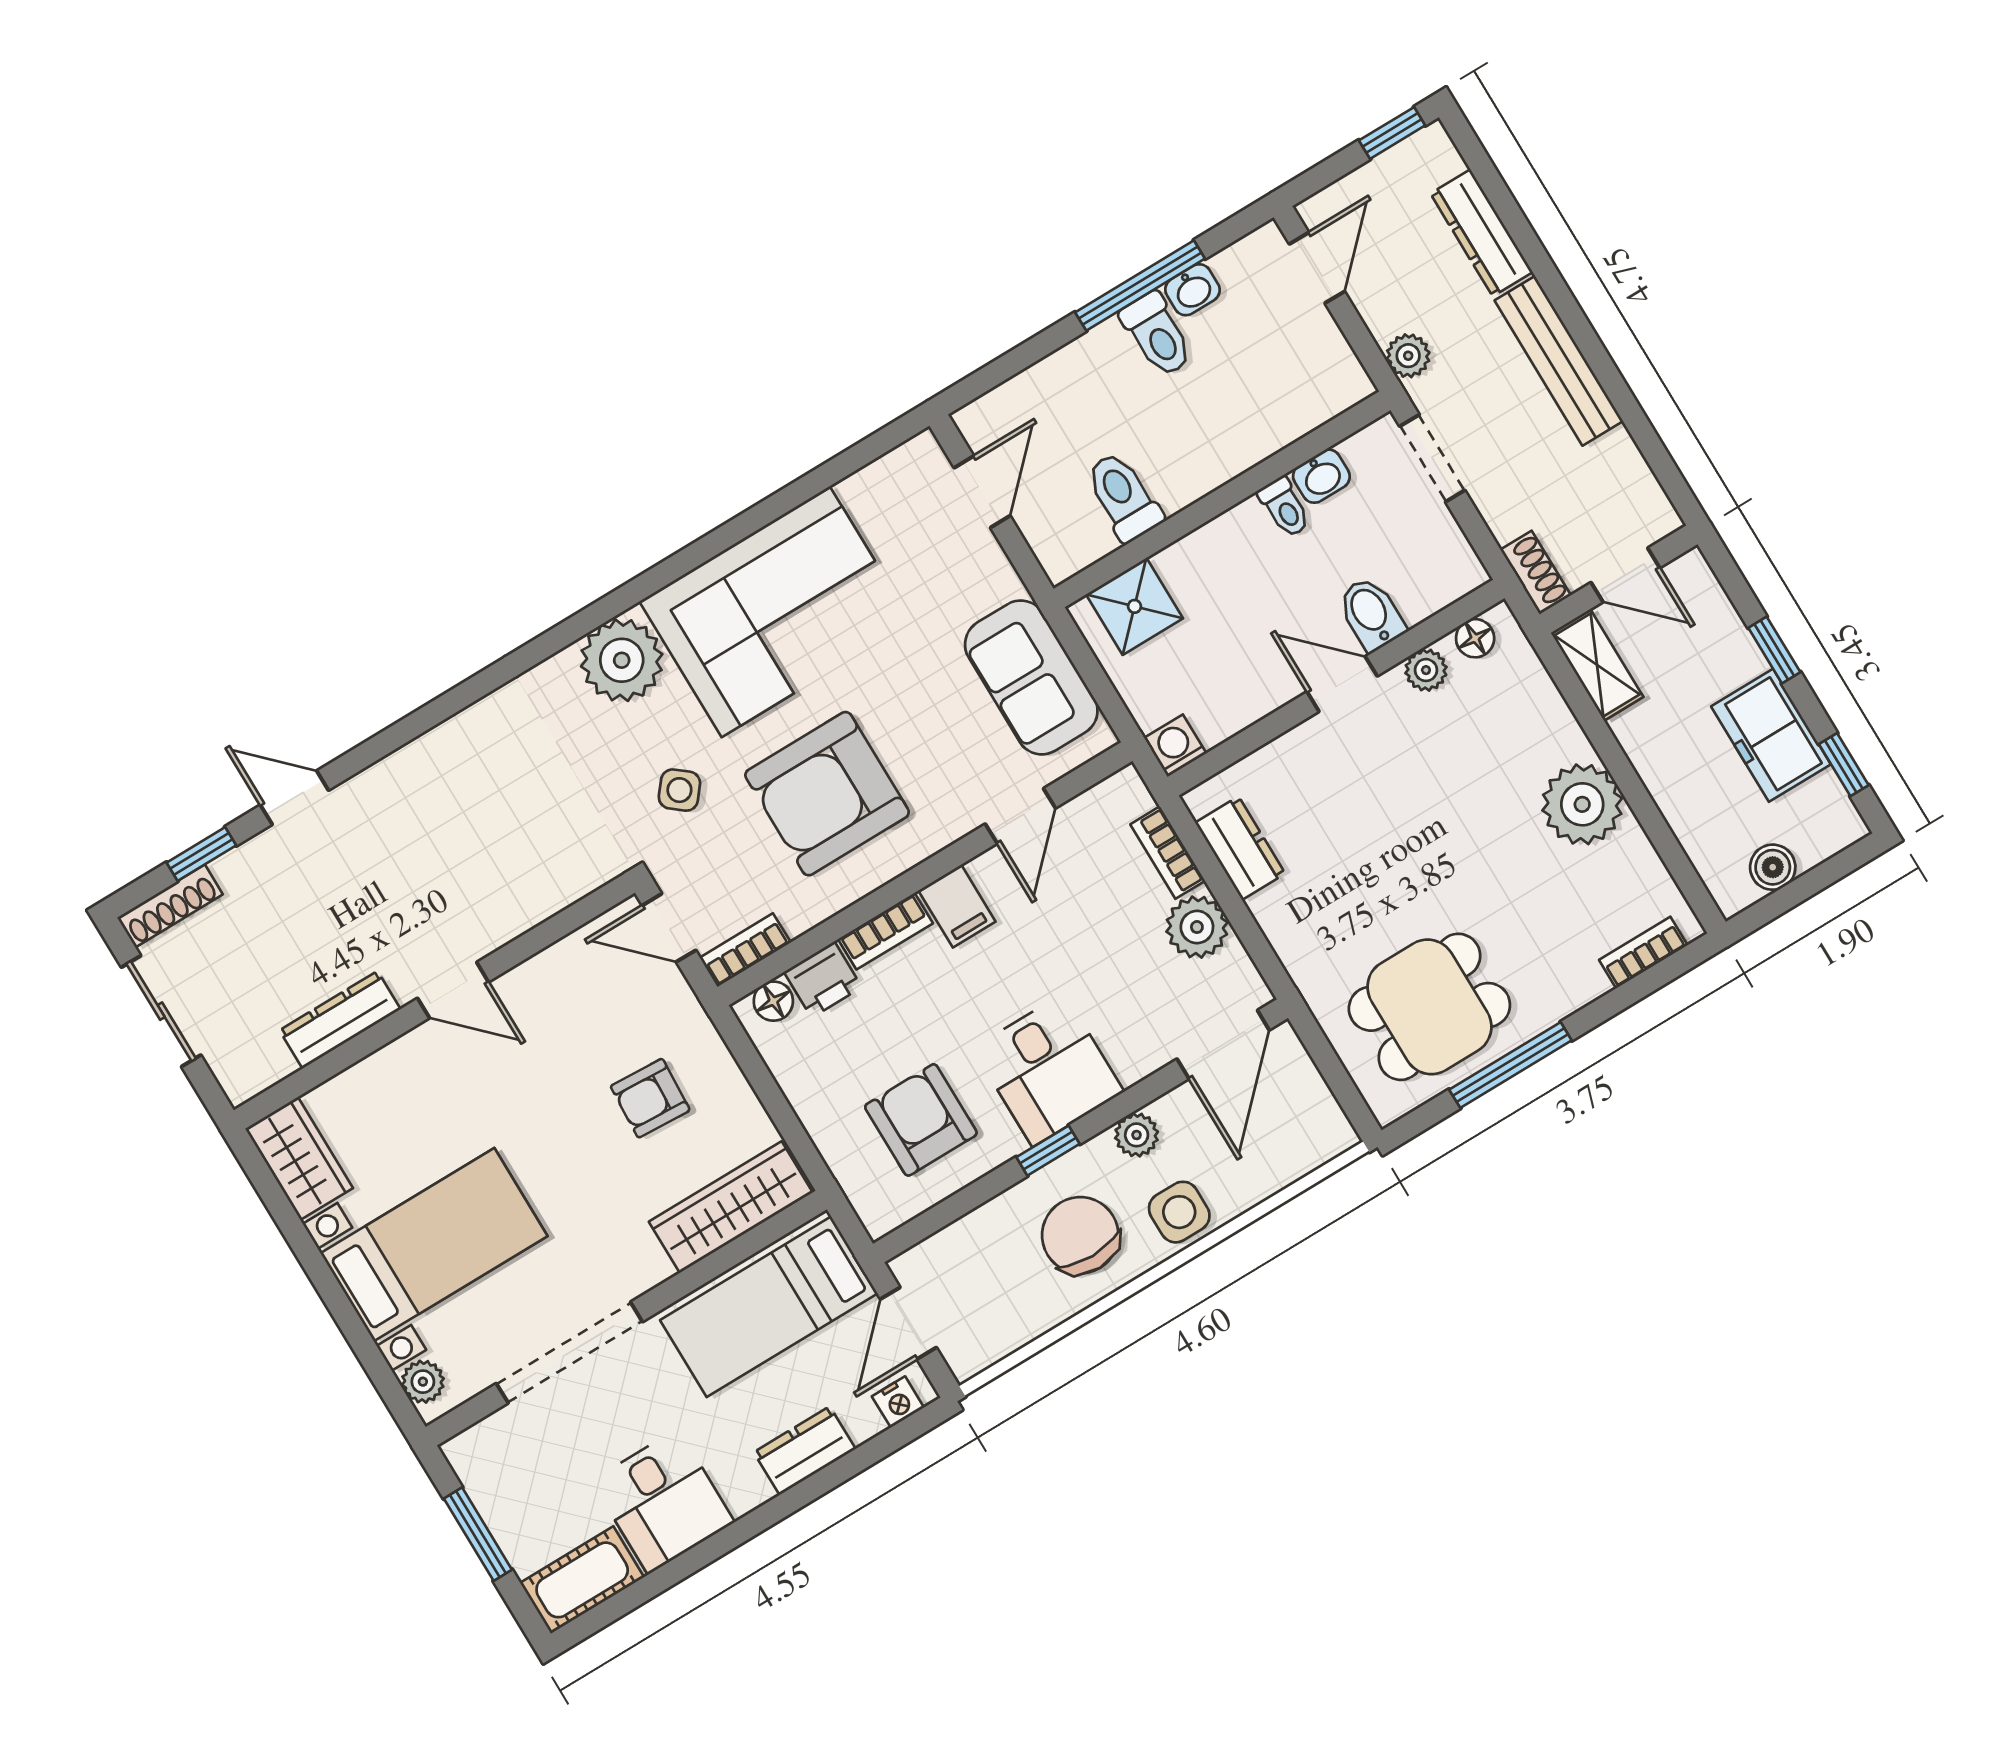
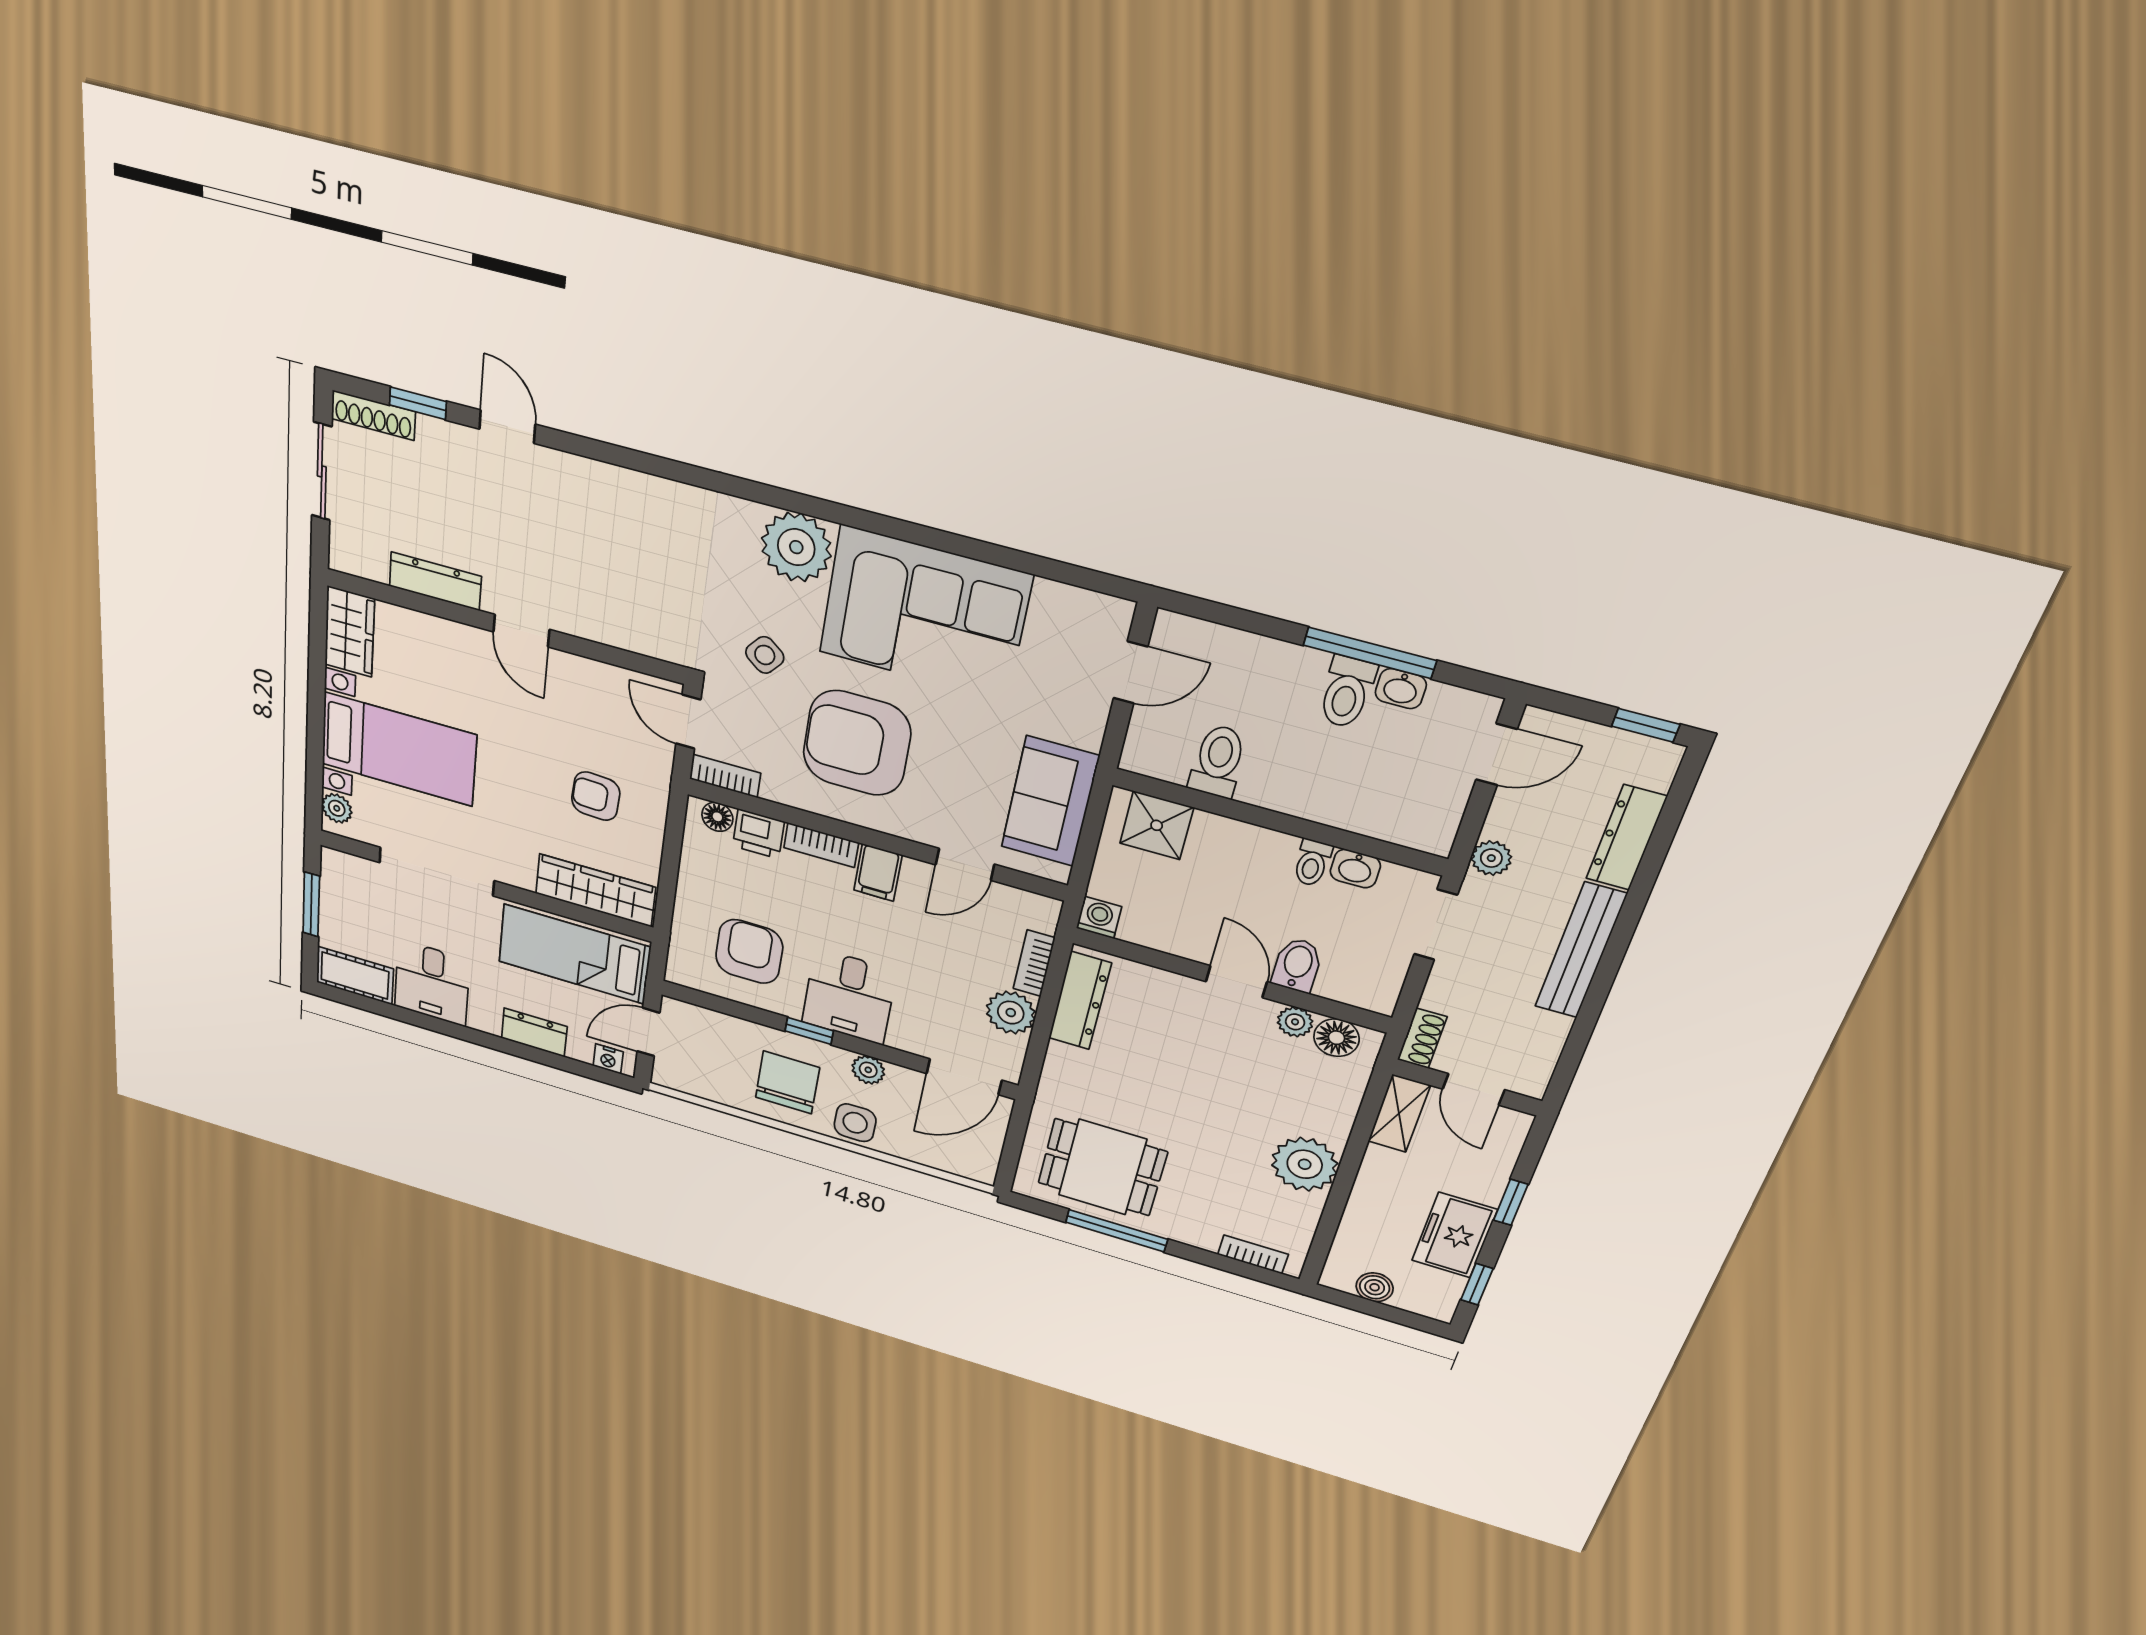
floor lamp: (1475, 638) -> (1336, 1038), width x1.37, depth x1.37
dresser: (1240, 848) -> (1080, 1001), width x1.44

